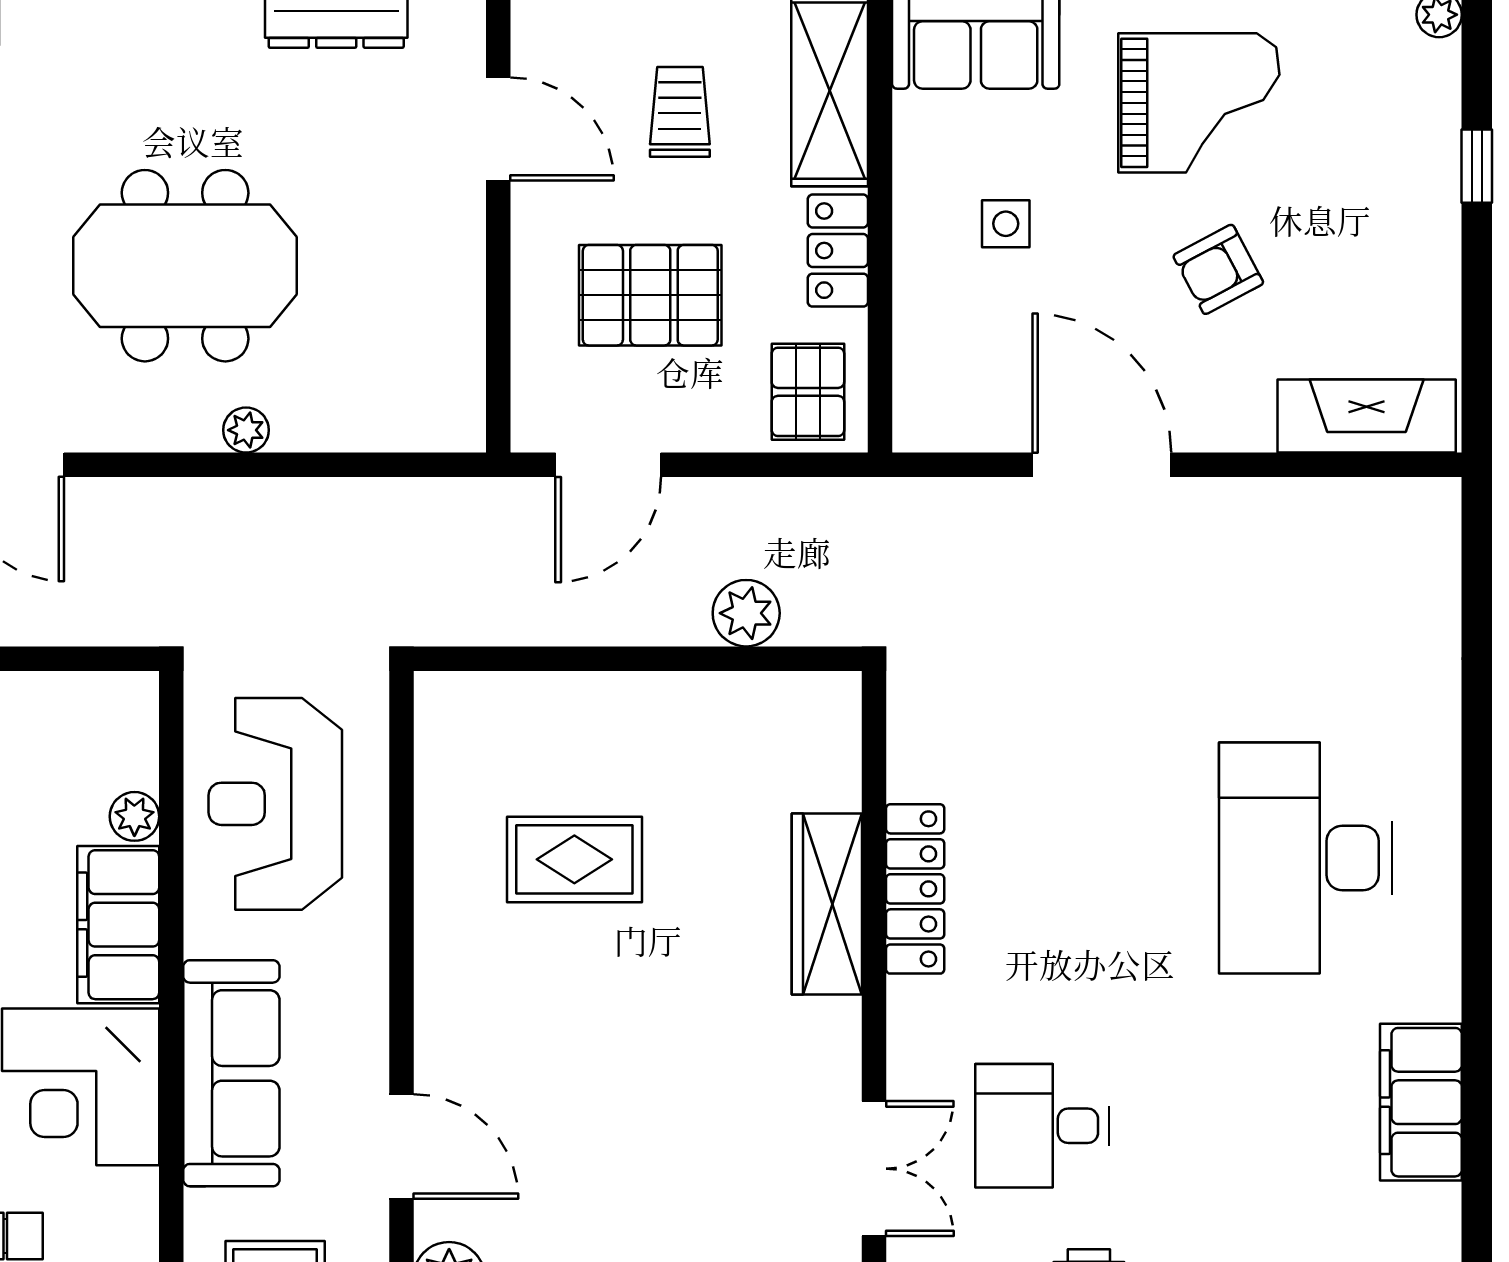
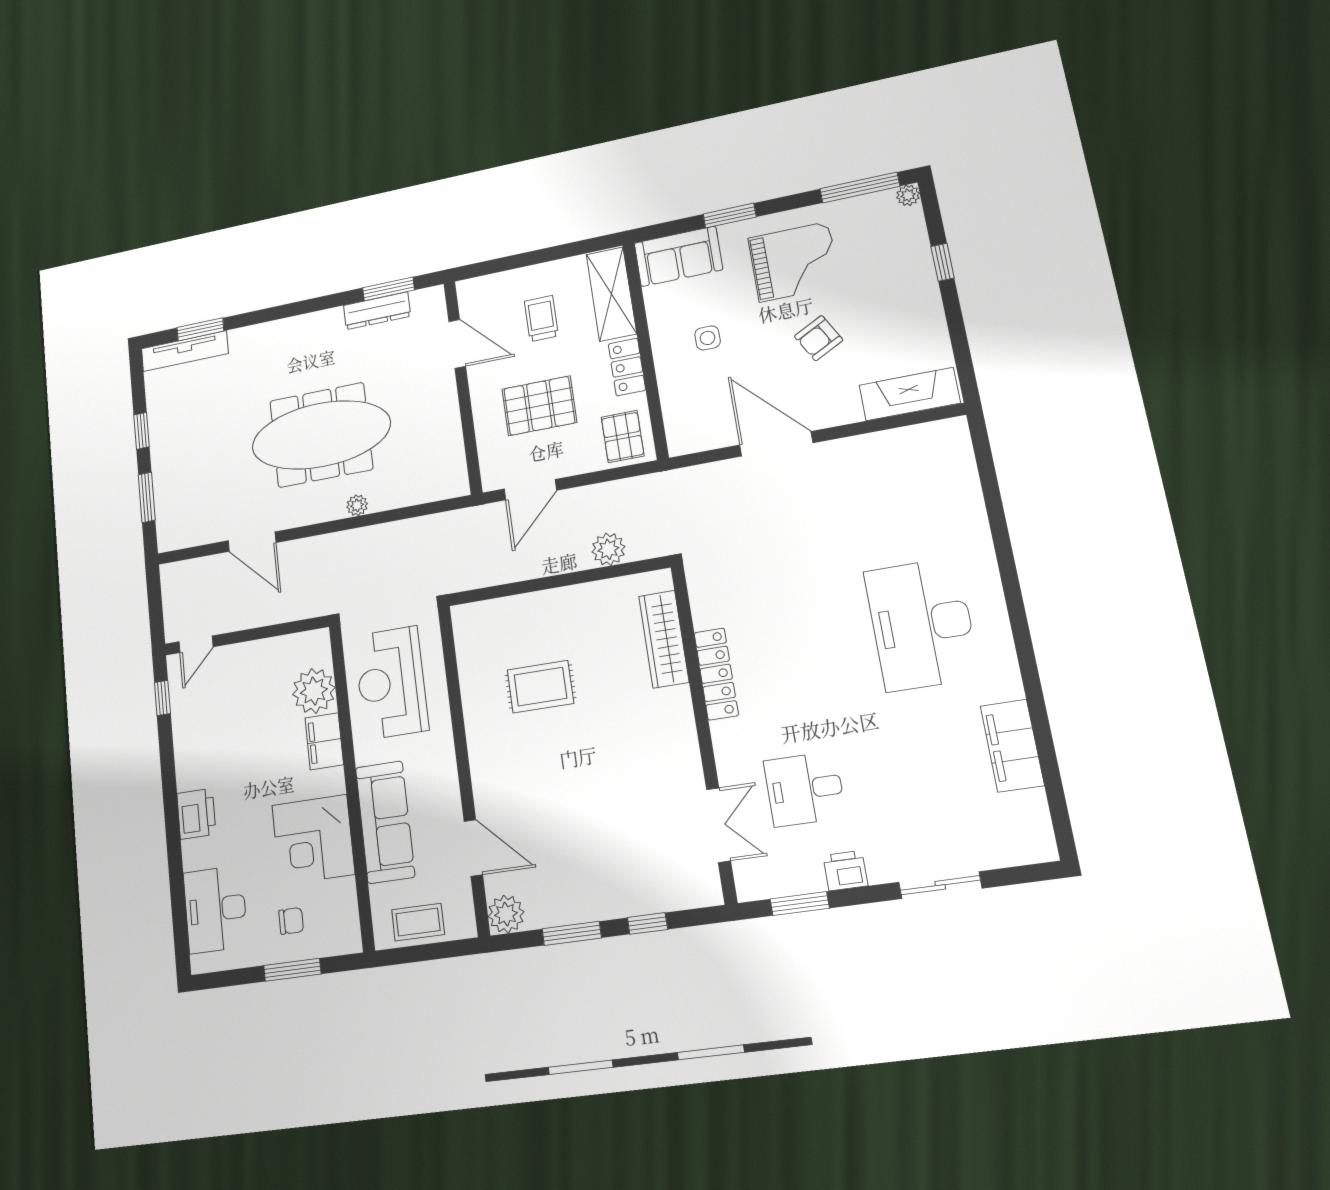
meeting table: (185, 266) -> (321, 435), width x1.36
plant: (134, 816) -> (314, 691), width x1.87, depth x1.87
wardrobe: (827, 904) -> (664, 639), moved
filing cabinet: (118, 925) -> (324, 741), width x0.67, depth x0.86

